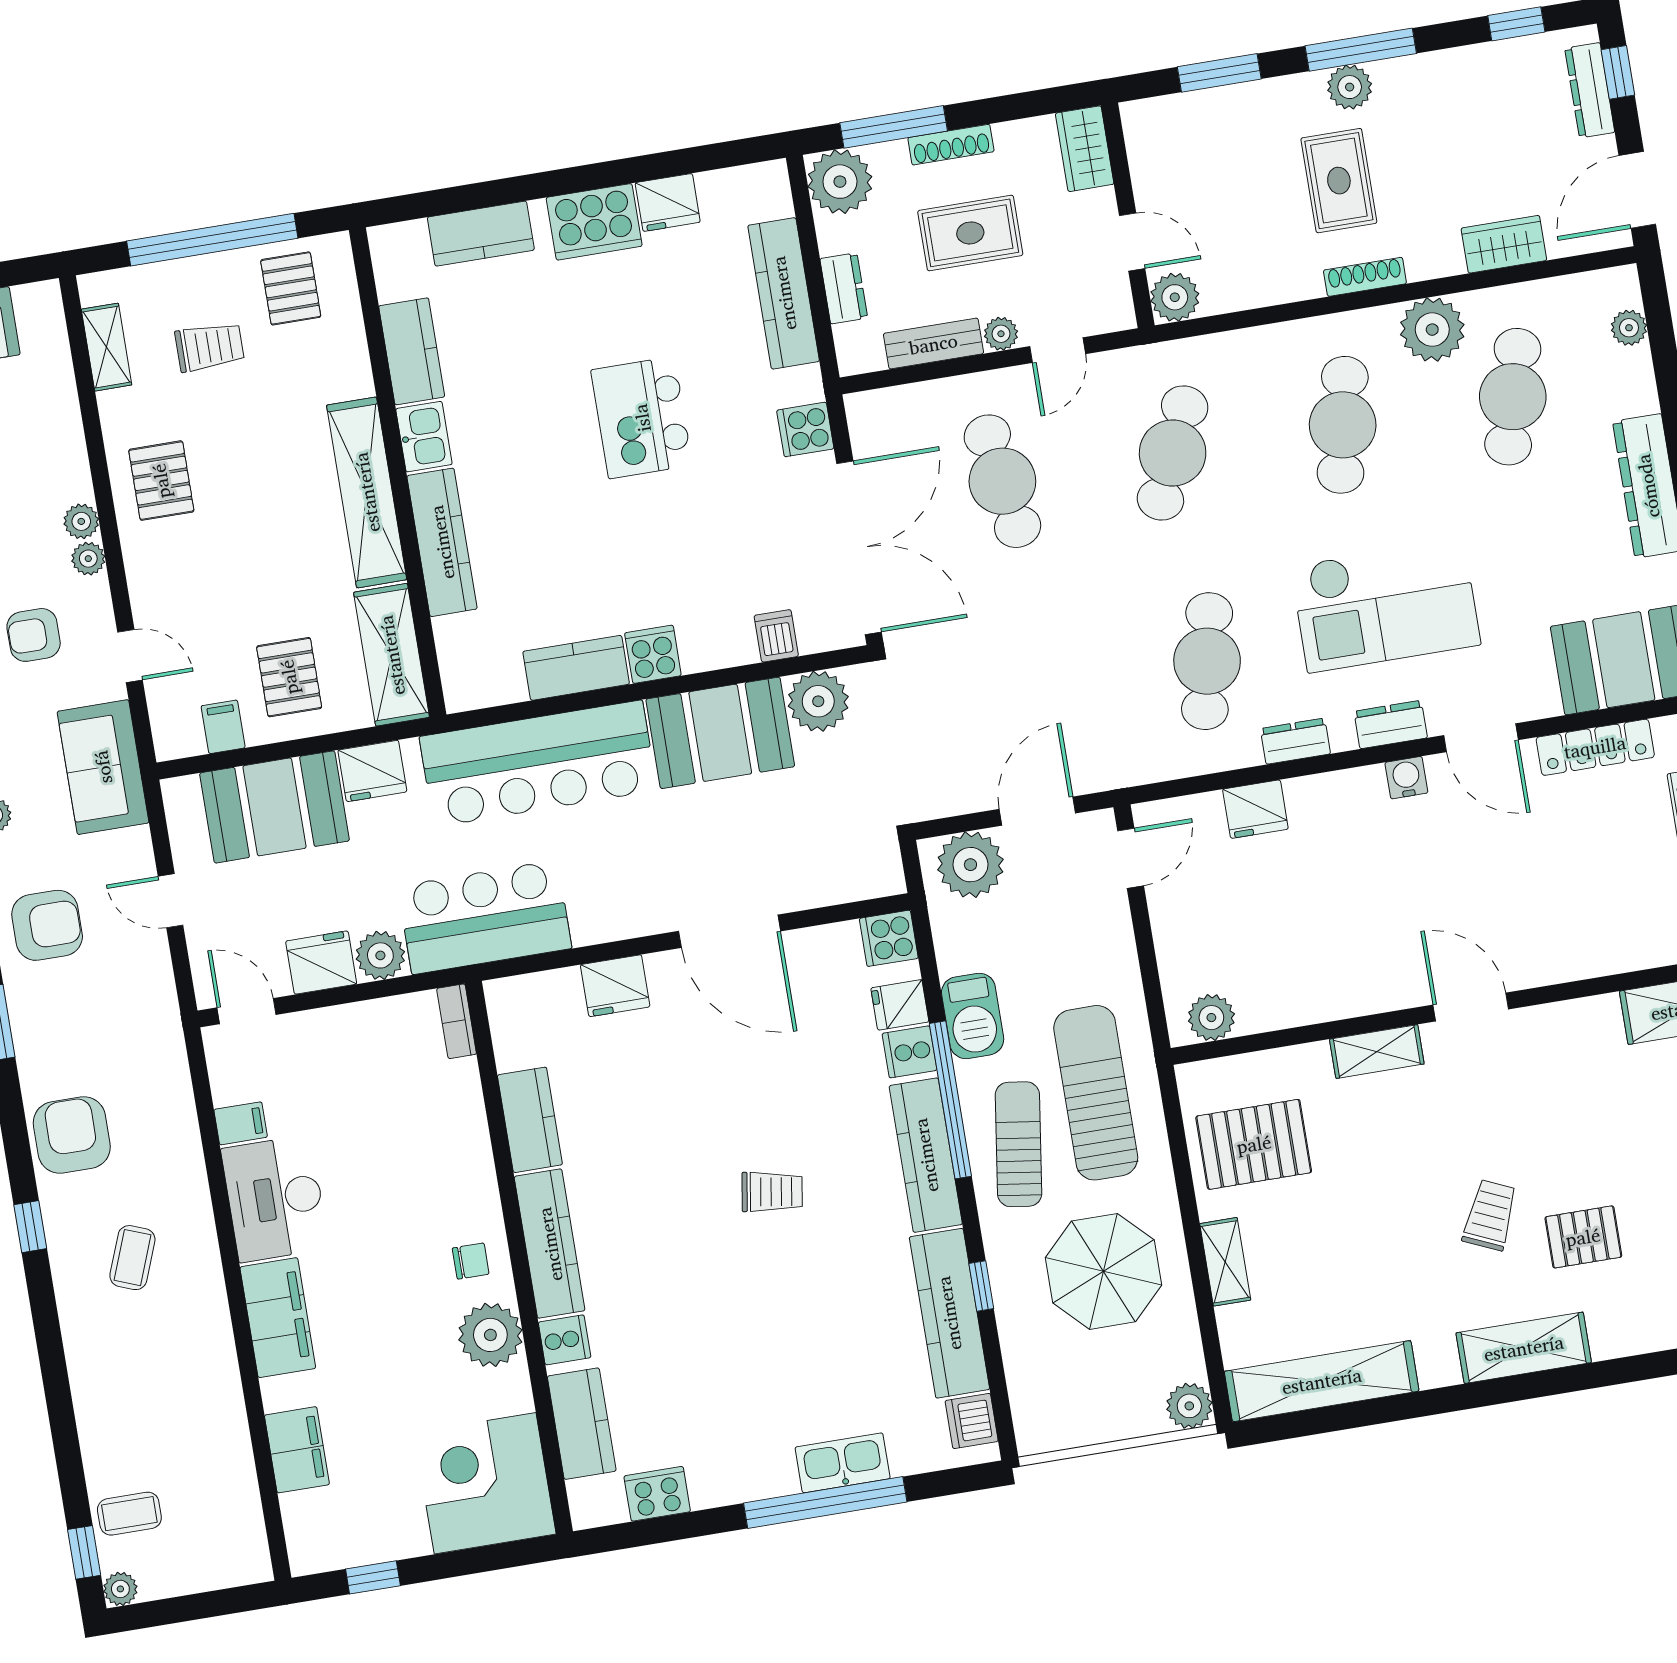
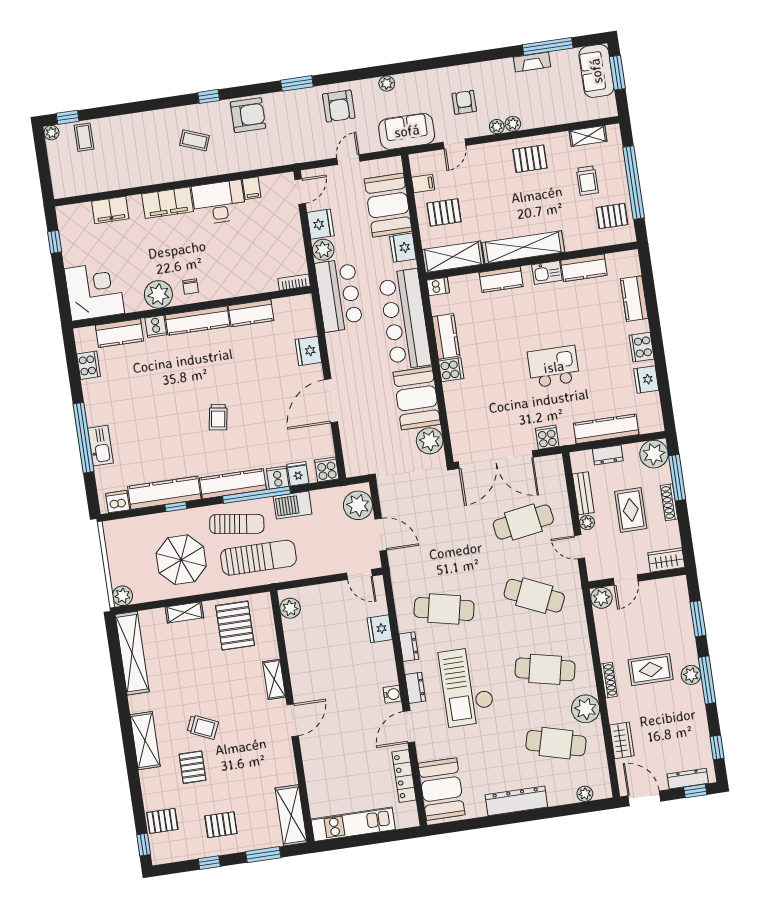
cooker: (594, 222) -> (642, 347), width x0.73, depth x0.76
kitchen counter: (442, 542) -> (501, 279), width x0.67
dishwasher: (776, 636) -> (438, 286), moved

